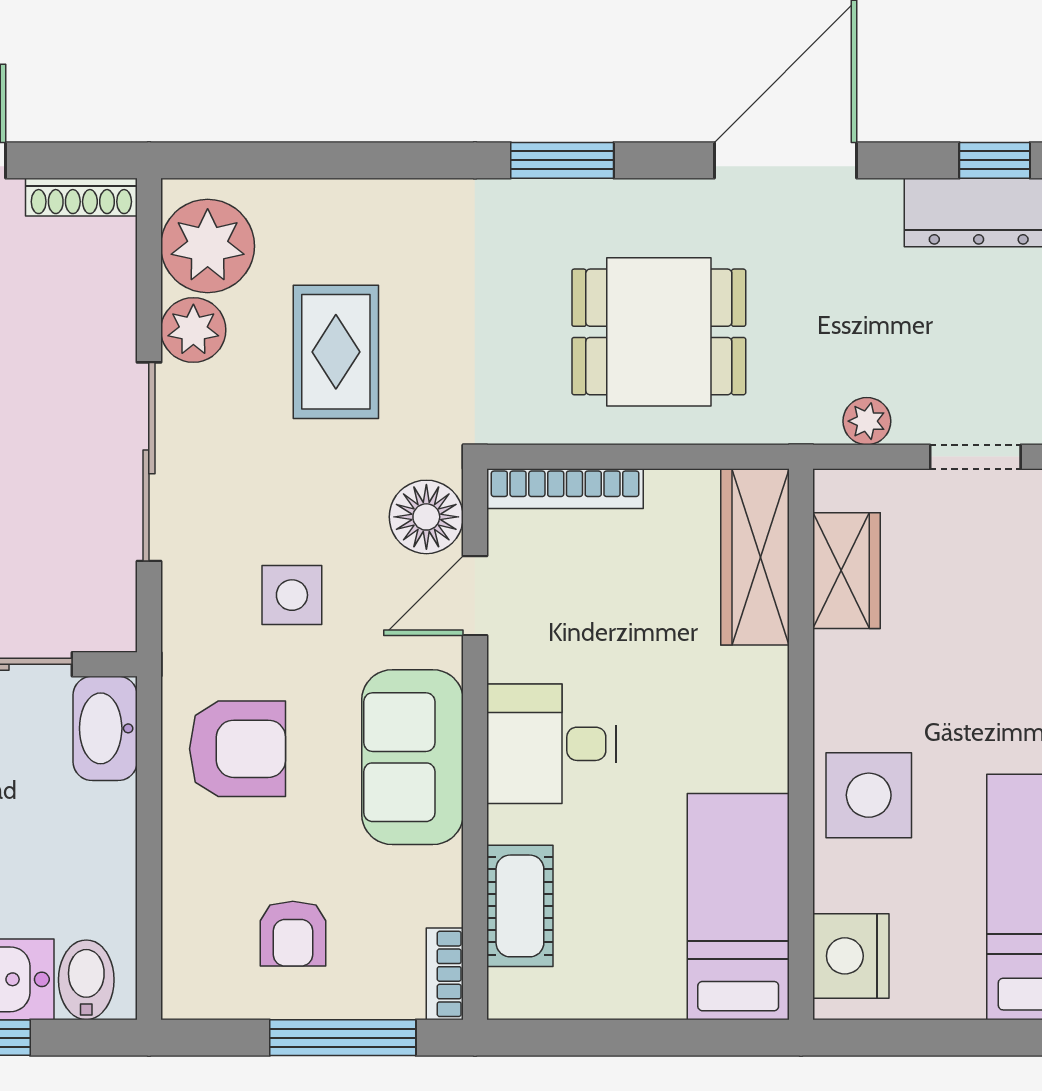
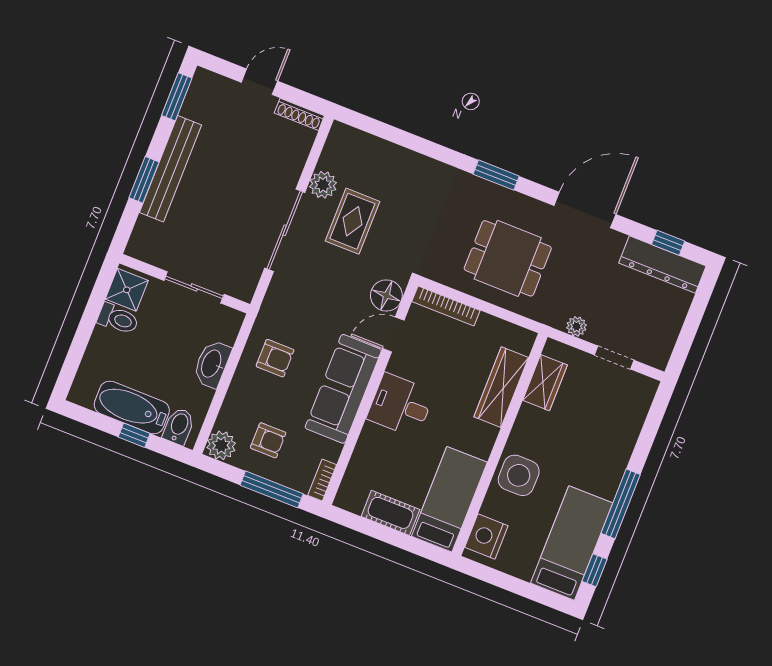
plant: (208, 246) -> (221, 445), moved, width x0.73, depth x0.73
rug: (336, 352) -> (352, 221), moved
wardrobe: (755, 557) -> (501, 387), moved
side table: (292, 595) -> (321, 306), removed
washbasin: (105, 728) -> (212, 364), moved
armchair: (238, 749) -> (275, 358), width x0.72, depth x0.72
sofa: (413, 757) -> (343, 389), width x1.36
cot: (520, 906) -> (390, 513), moved, turned 90
armchair: (293, 934) -> (268, 440), turned -90

